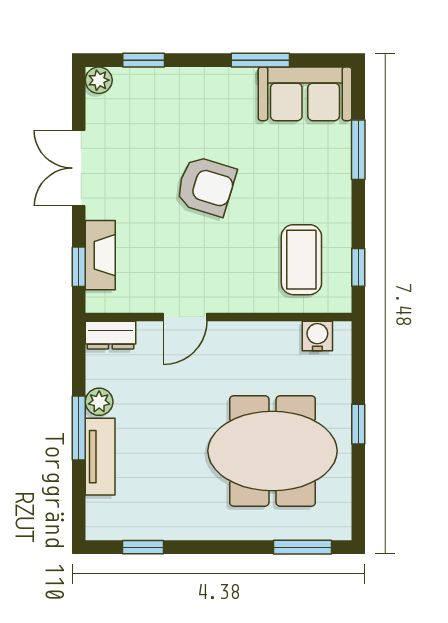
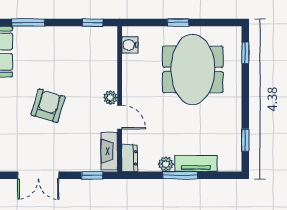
fireplace: (100, 255) -> (109, 151), moved, turned -90
coffee table: (301, 260) -> (88, 54), removed
plant: (221, 300) -> (110, 98), added
window: (303, 547) -> (245, 53), width x0.67

